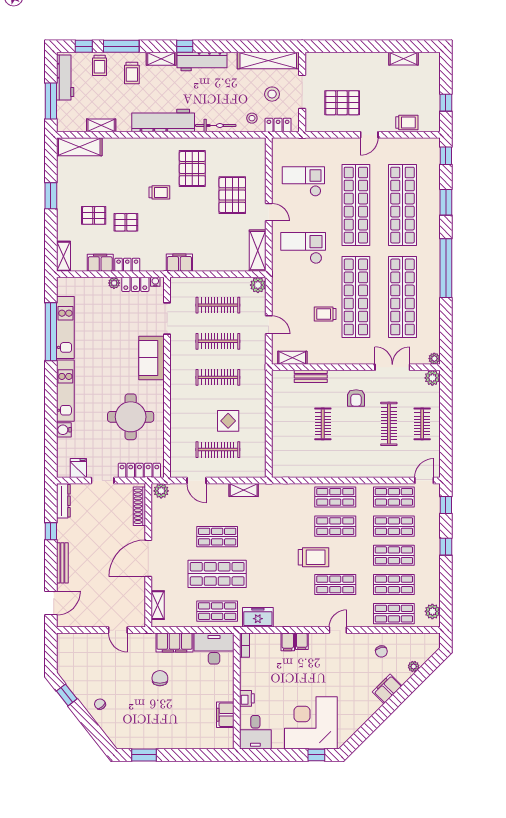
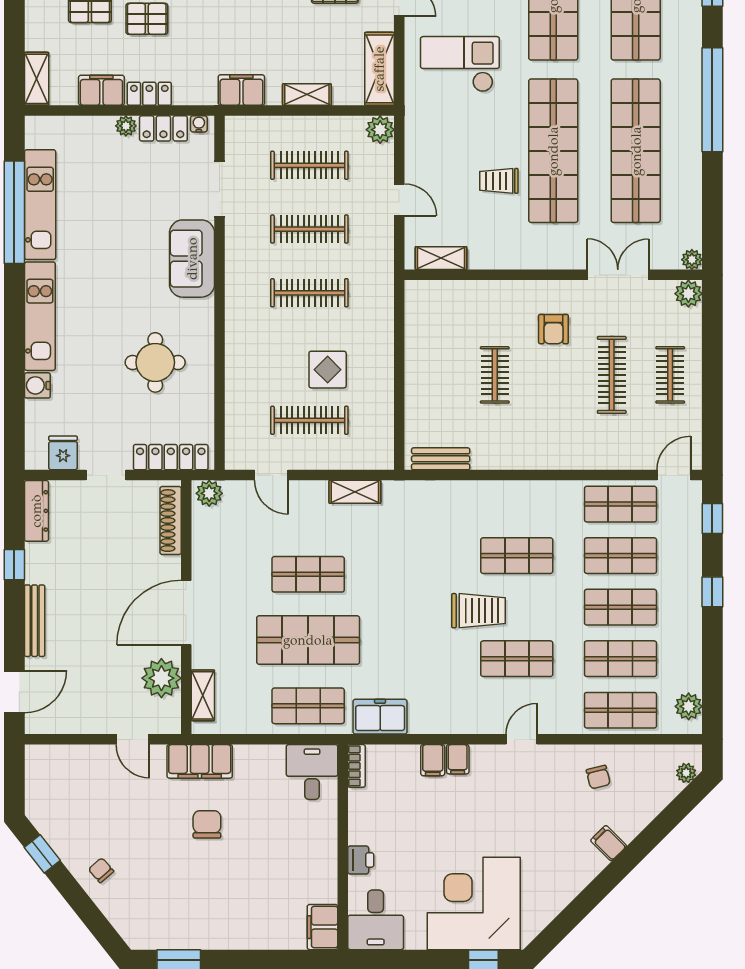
shelving: (216, 265) -> (307, 95), added
bench: (311, 376) -> (441, 459), moved
round table: (131, 417) -> (155, 362), width x0.73, depth x0.73
shop shelf: (335, 497) -> (517, 504), removed
plant: (134, 595) -> (161, 678), added
filing cabinet: (174, 643) -> (200, 761), moved
desk: (214, 649) -> (312, 772), width x0.73
plant: (414, 667) -> (686, 773), moved
filing cabinet: (387, 689) -> (609, 843), width x0.50
filing cabinet: (225, 715) -> (323, 927), moved

